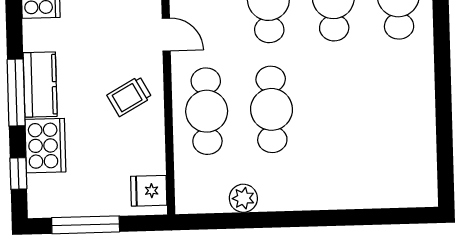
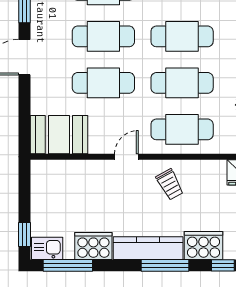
kitchen counter: (40, 85) -> (148, 248), width x1.50
cafe table: (336, 108) -> (182, 36), added

